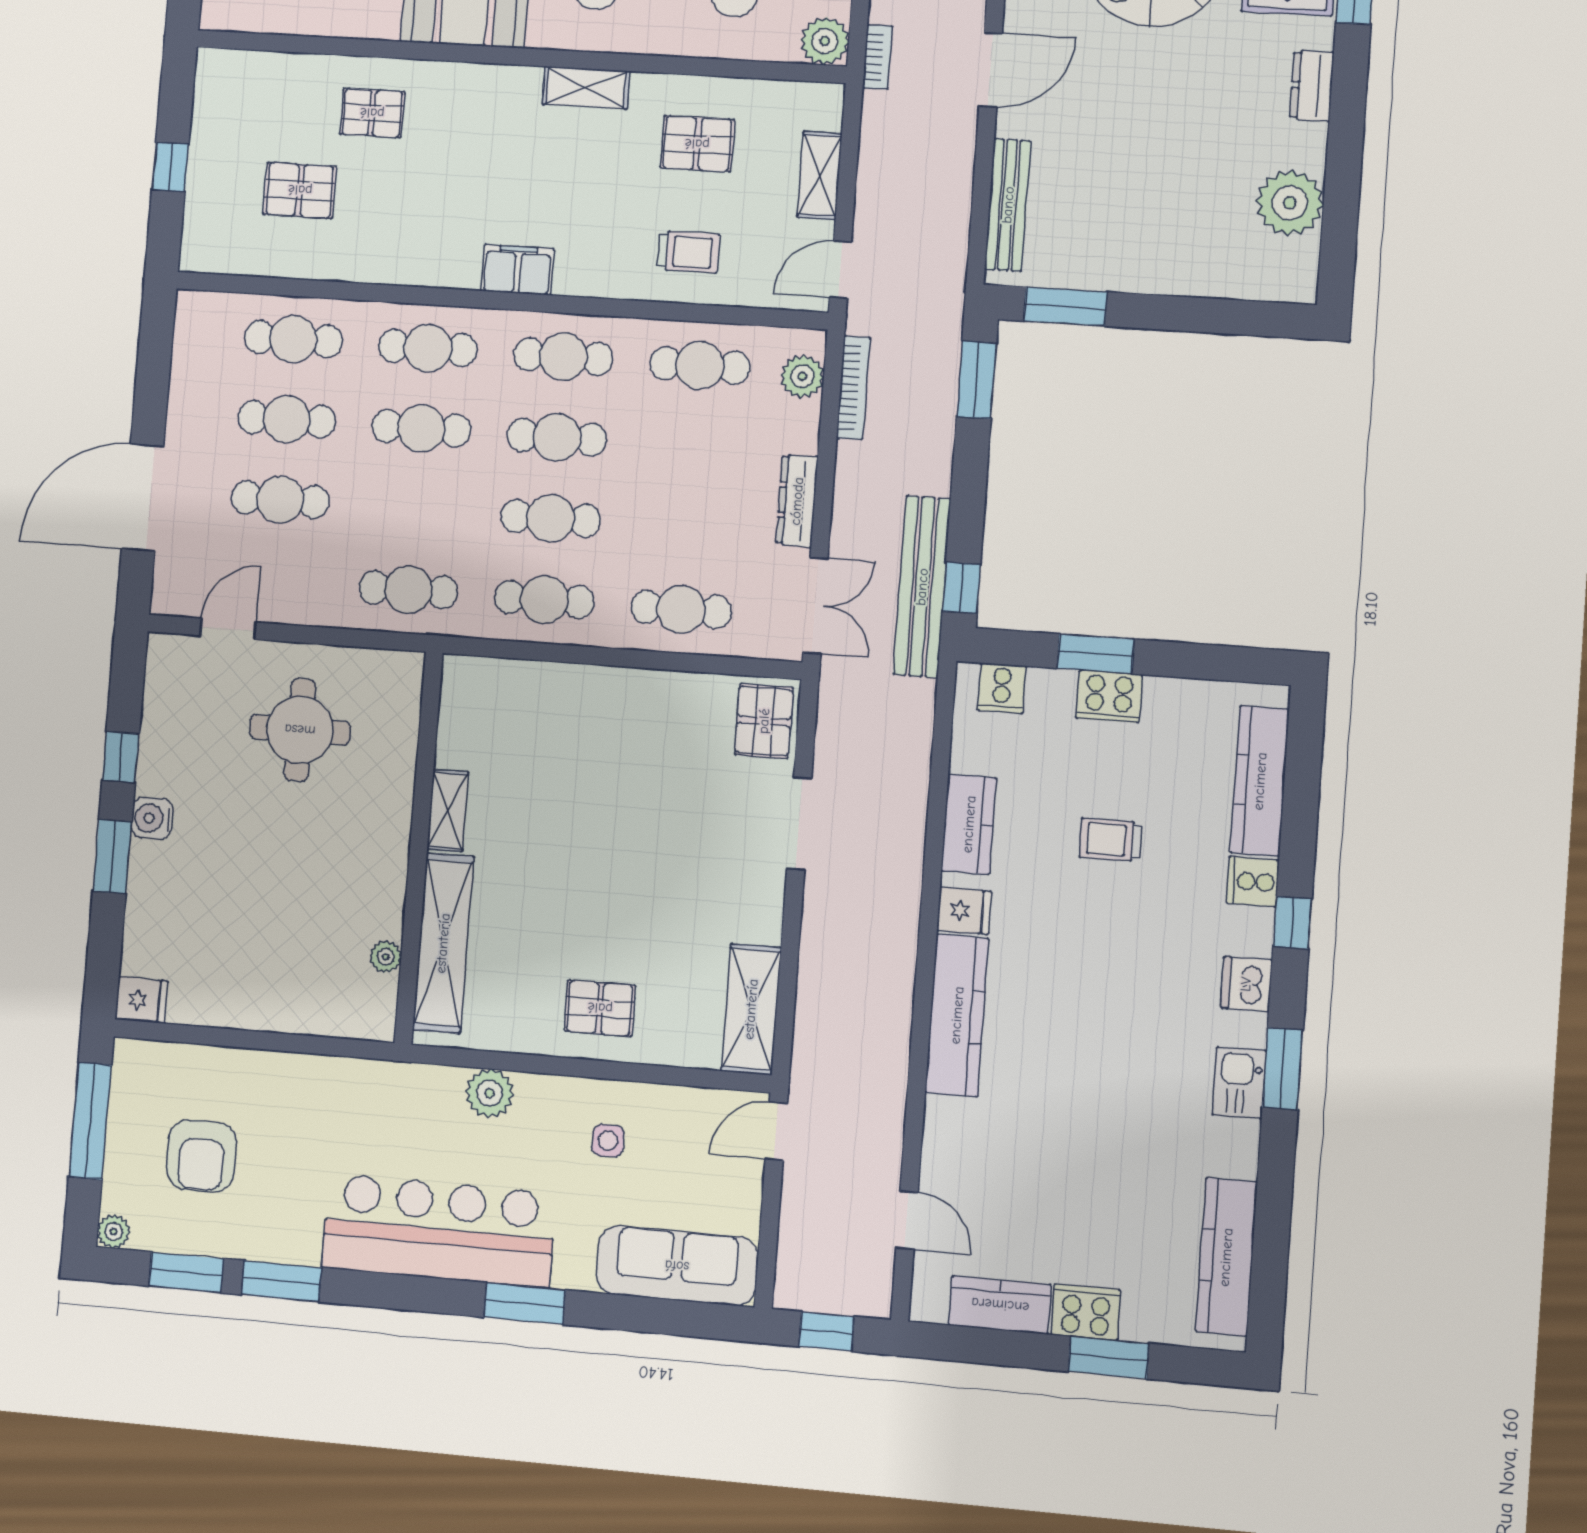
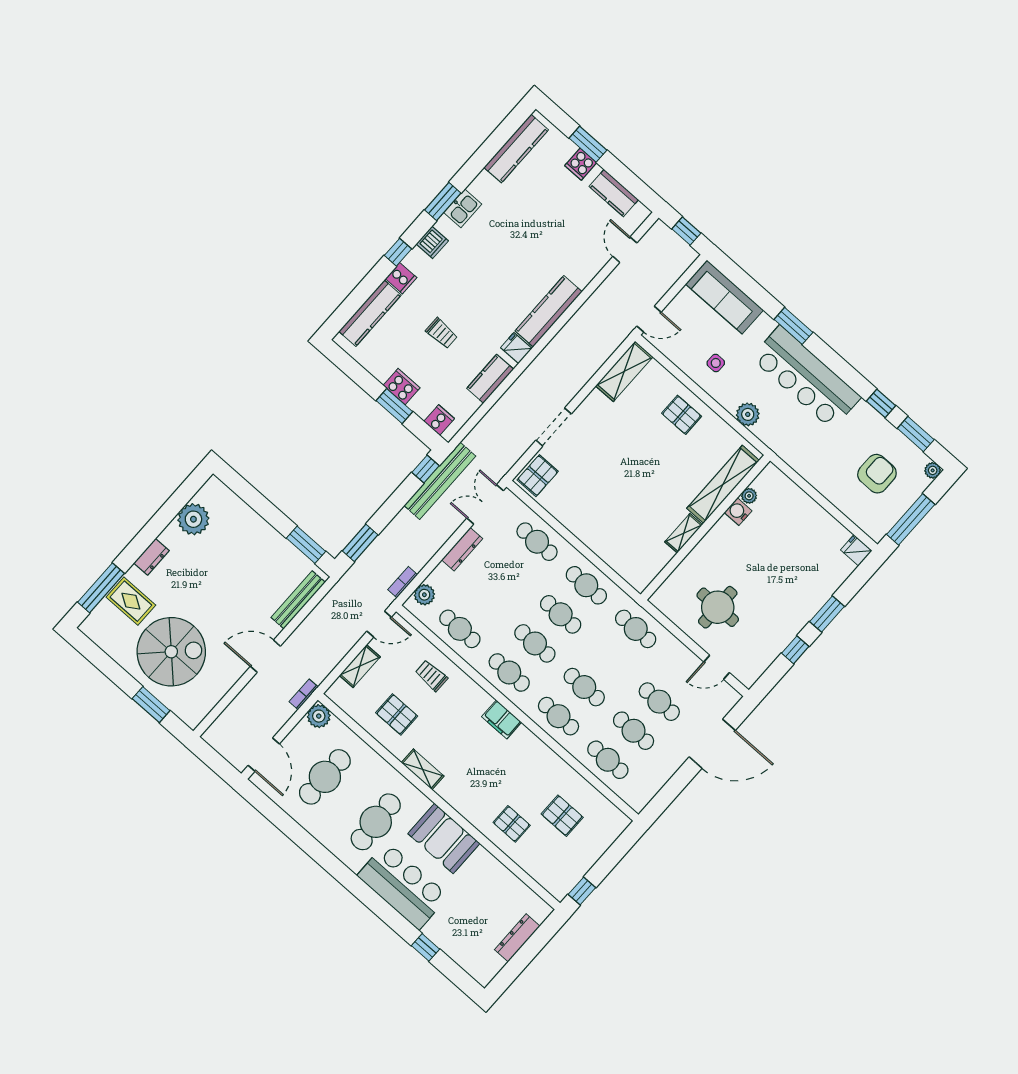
window: (170, 167) -> (582, 891), moved
bookcase: (853, 388) -> (403, 582), width x0.64
water cooler: (152, 818) -> (738, 512), moved, turned 180
window: (281, 1281) -> (881, 403), width x0.67
cooker: (1086, 1312) -> (581, 164), width x0.73

